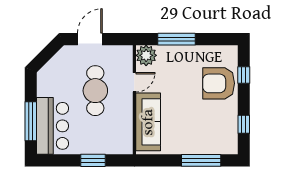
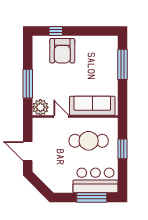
cafe table: (95, 91) -> (89, 141), moved
window: (244, 124) -> (94, 31), removed

